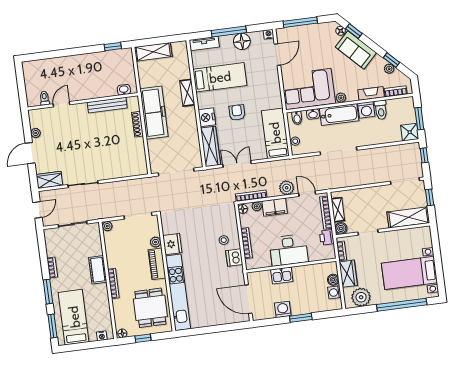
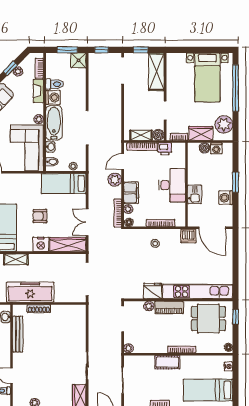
dishwasher: (234, 258) -> (188, 236), moved
door: (248, 299) -> (212, 228), hinge flipped
window: (143, 338) -> (235, 317), moved

